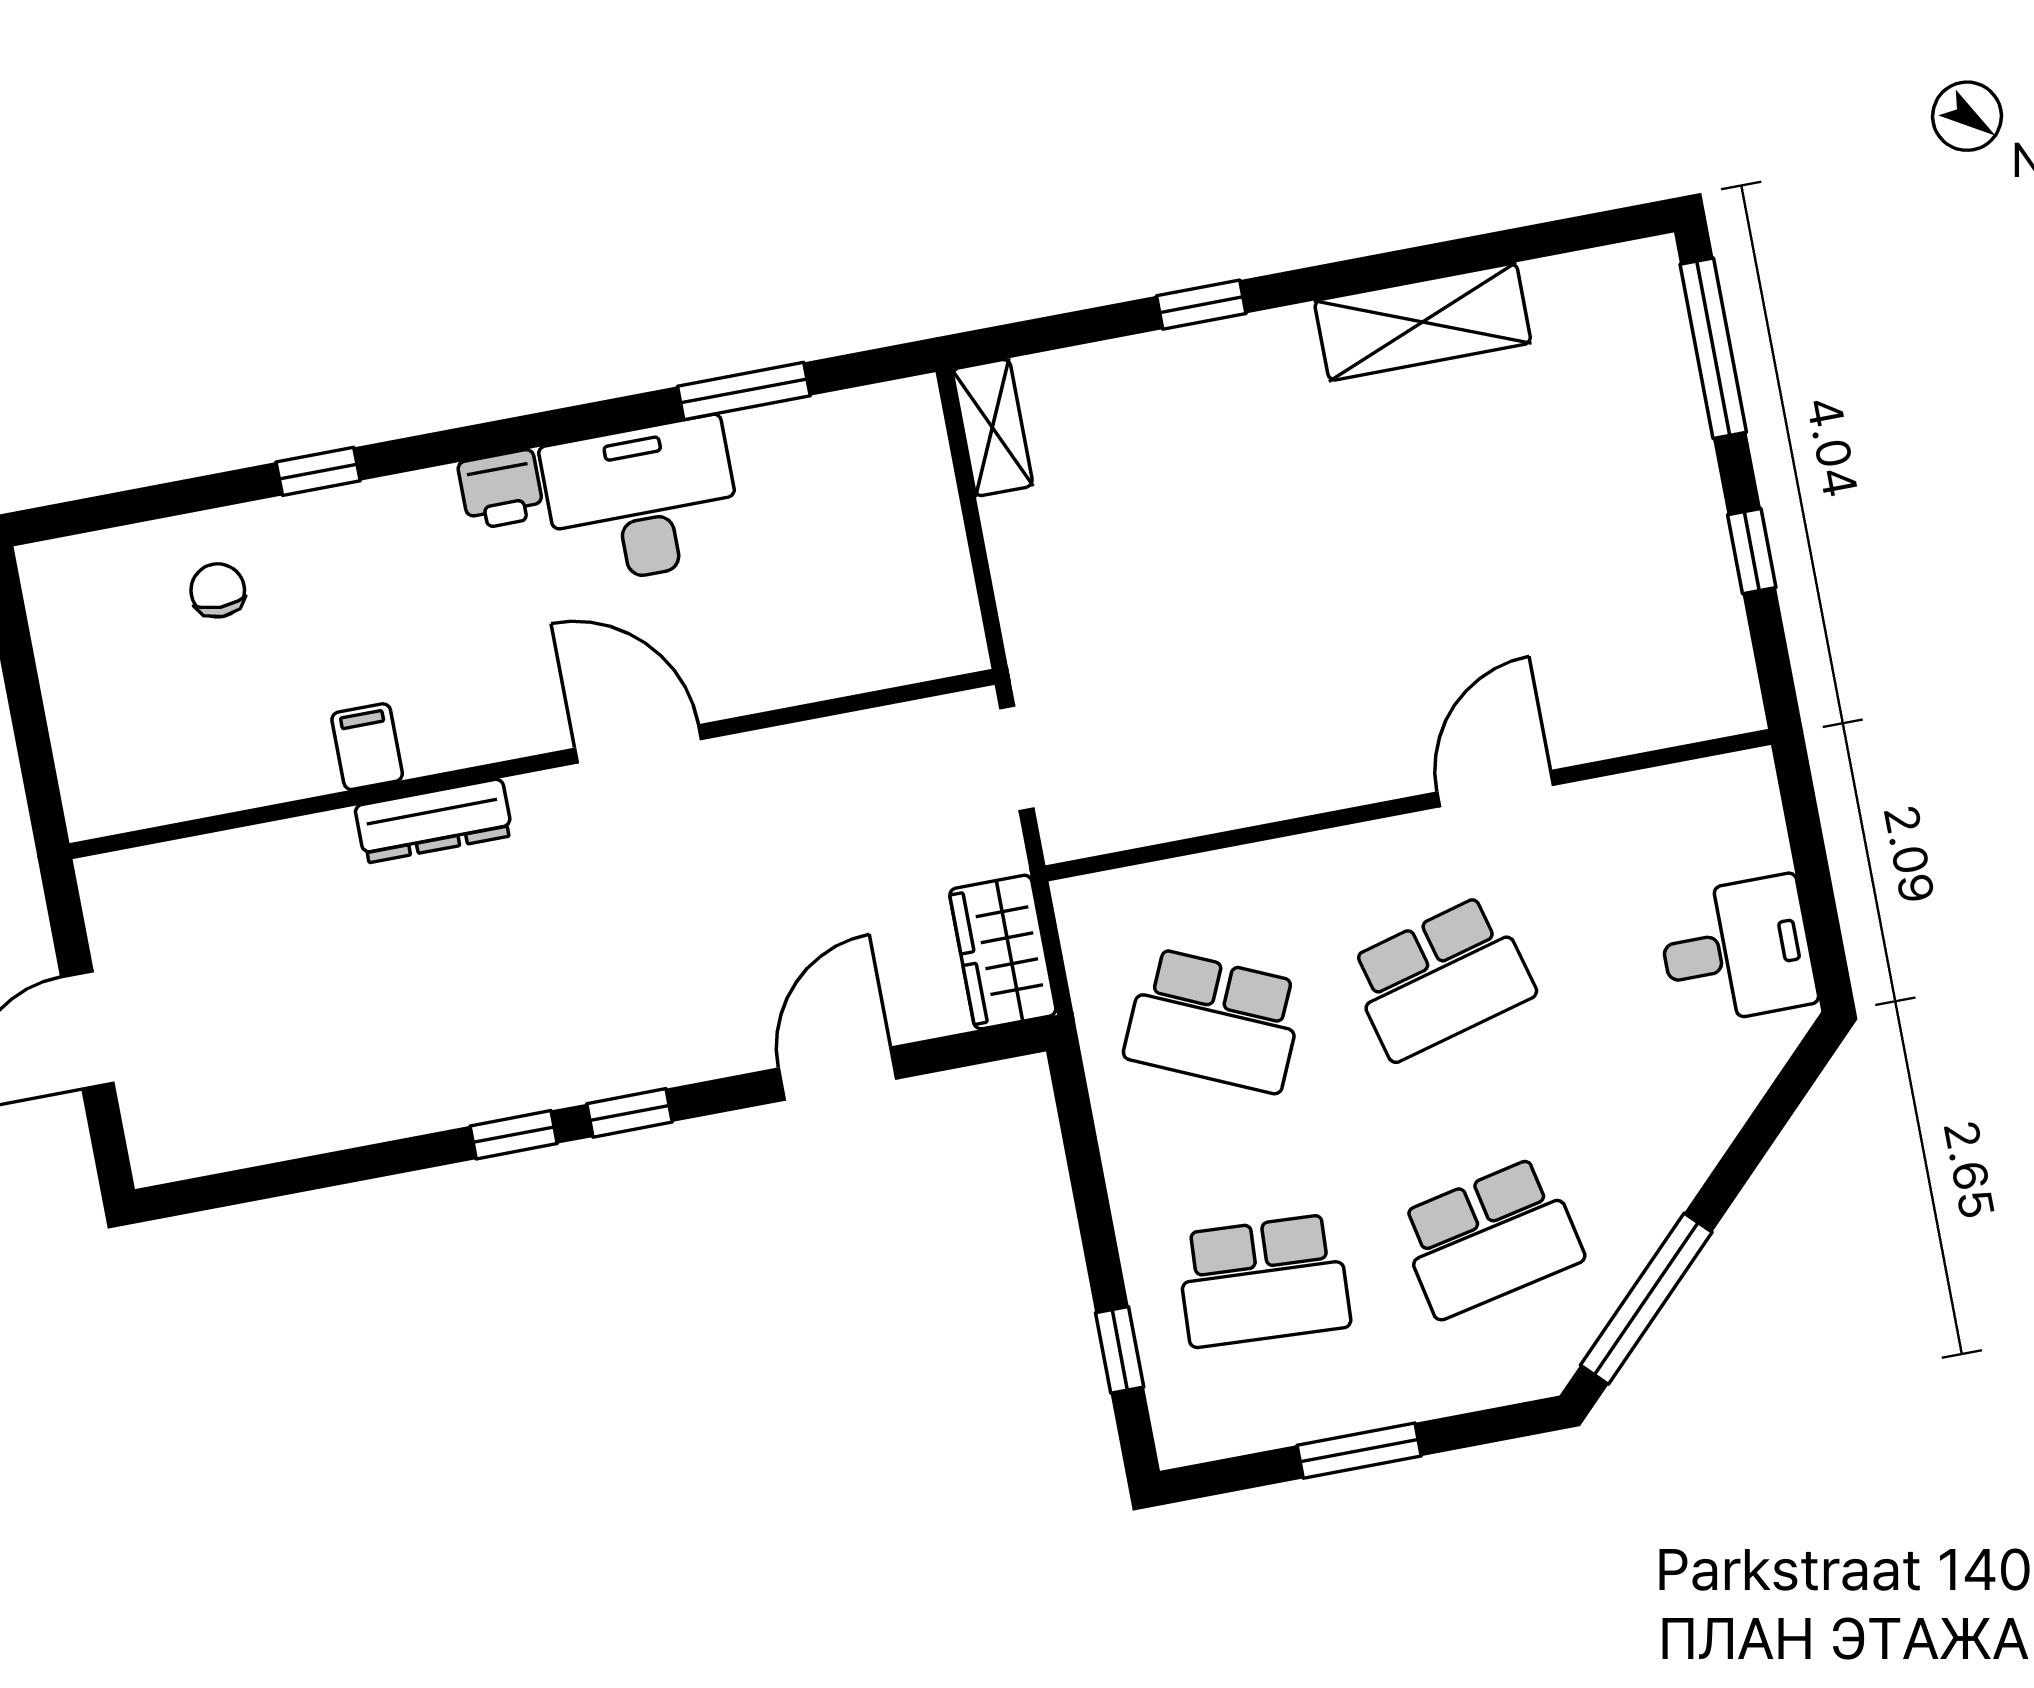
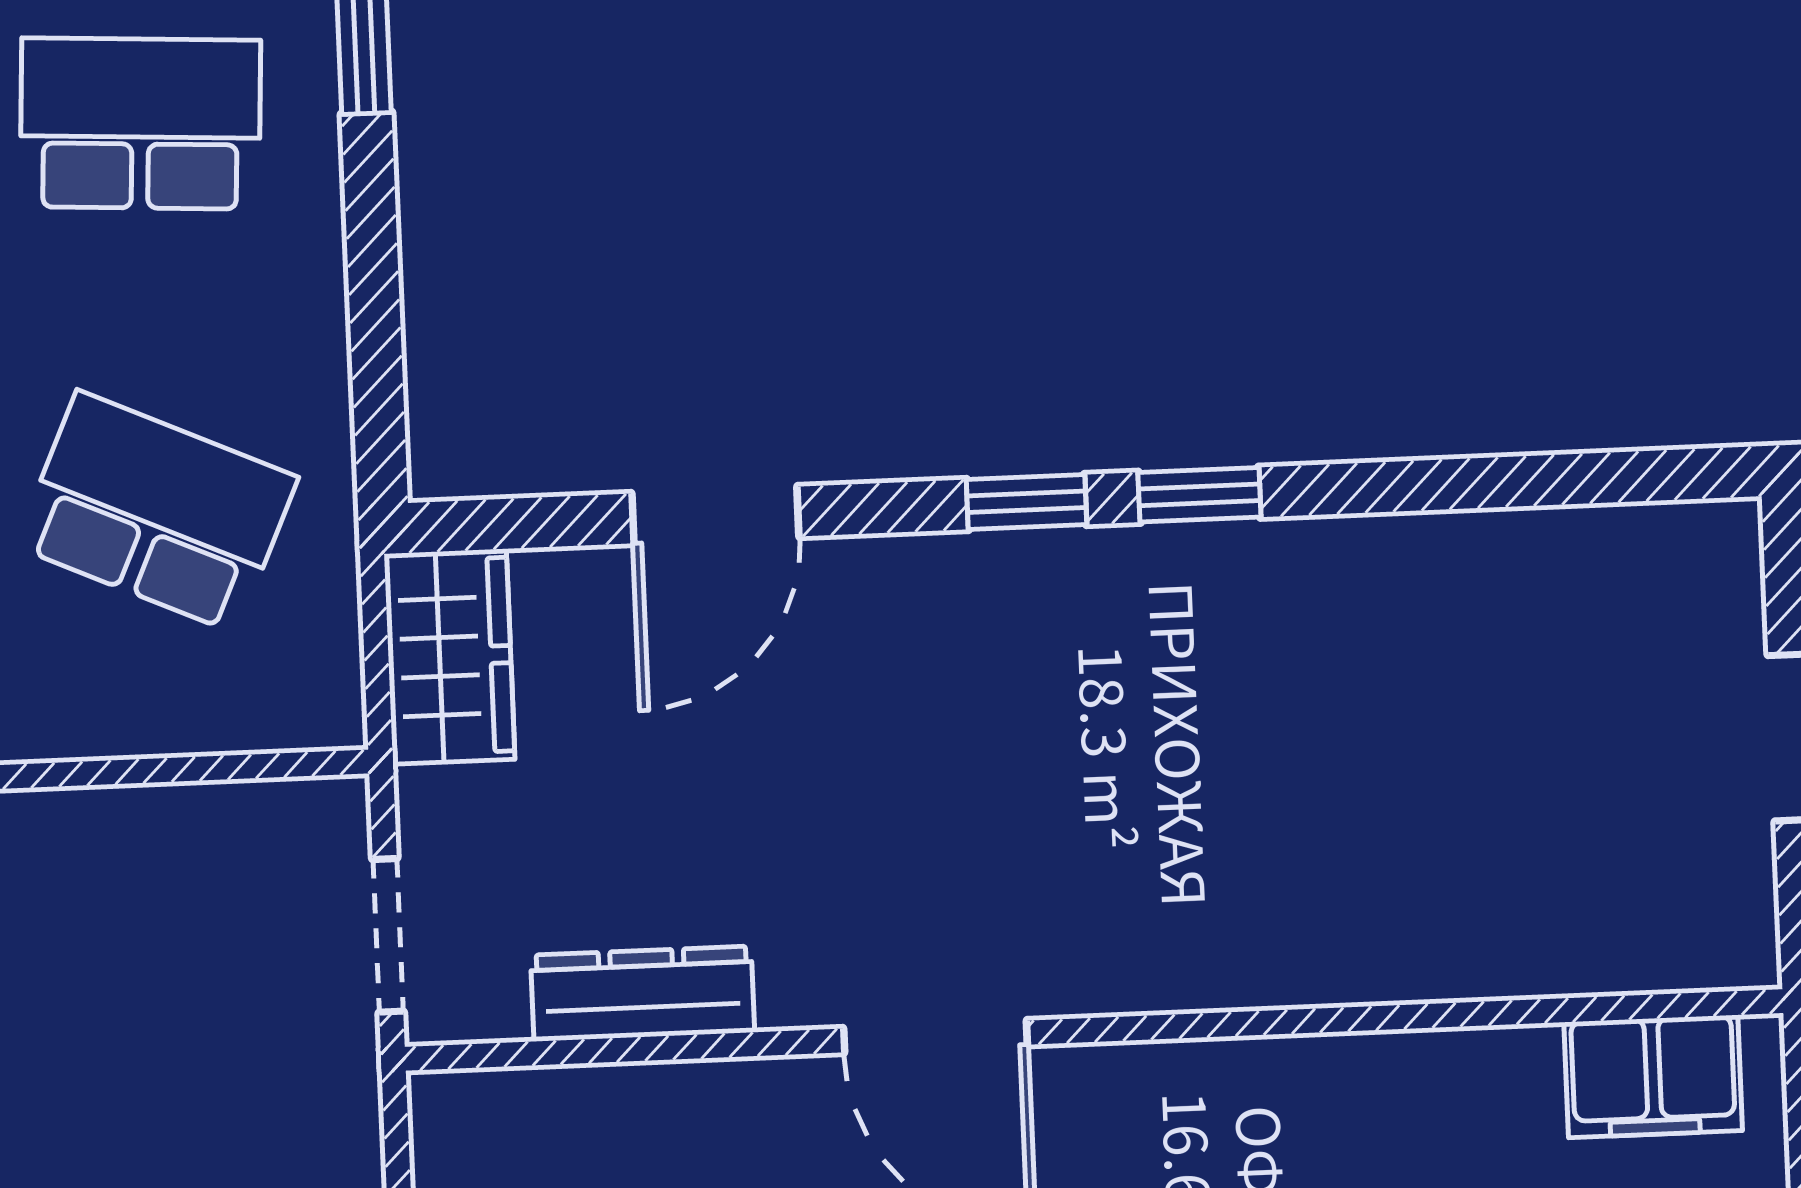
filing cabinet: (367, 747) -> (1653, 1076), moved, width x2.00
dresser: (434, 821) -> (643, 994), moved

